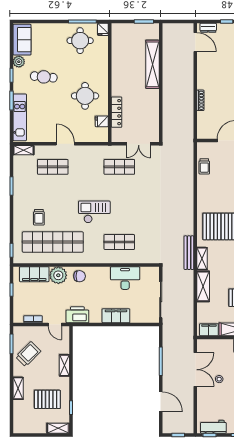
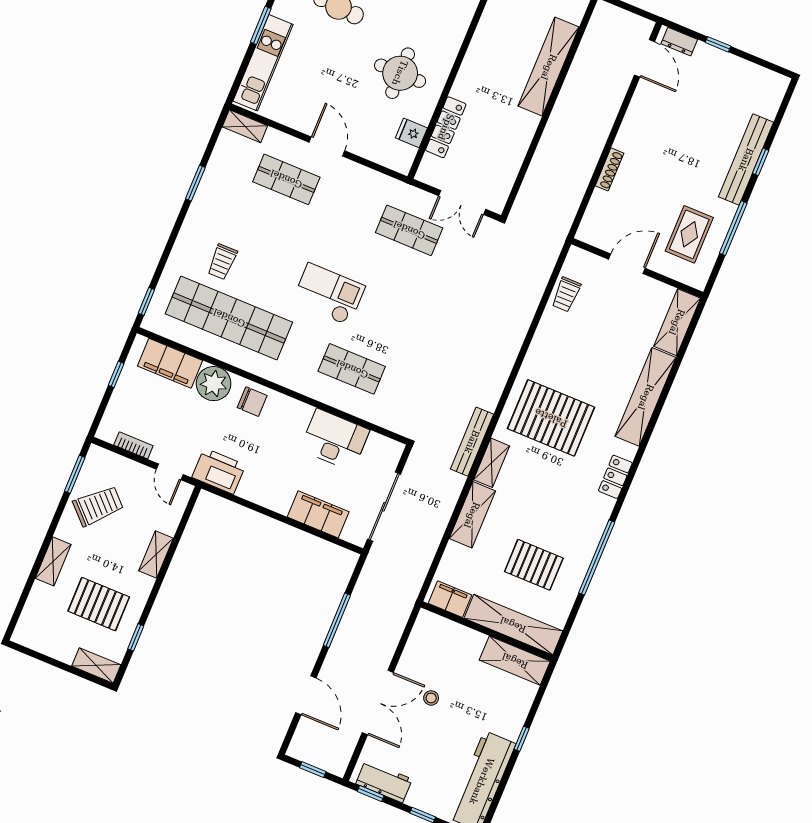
filing cabinet: (116, 316) -> (318, 514), moved
double door: (195, 370) -> (378, 702), moved

